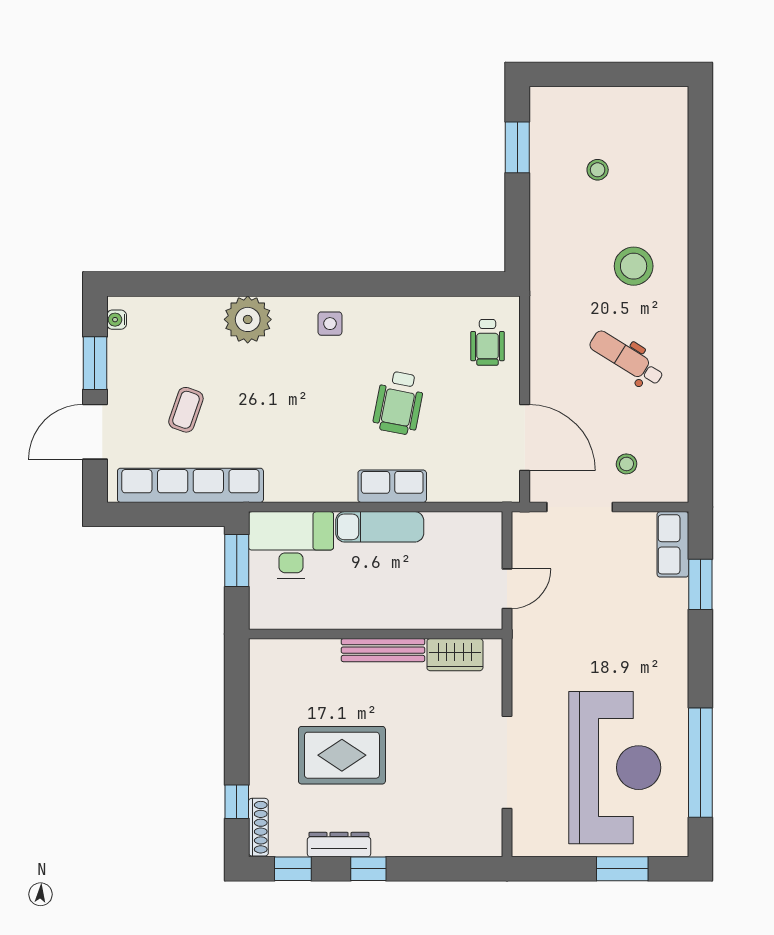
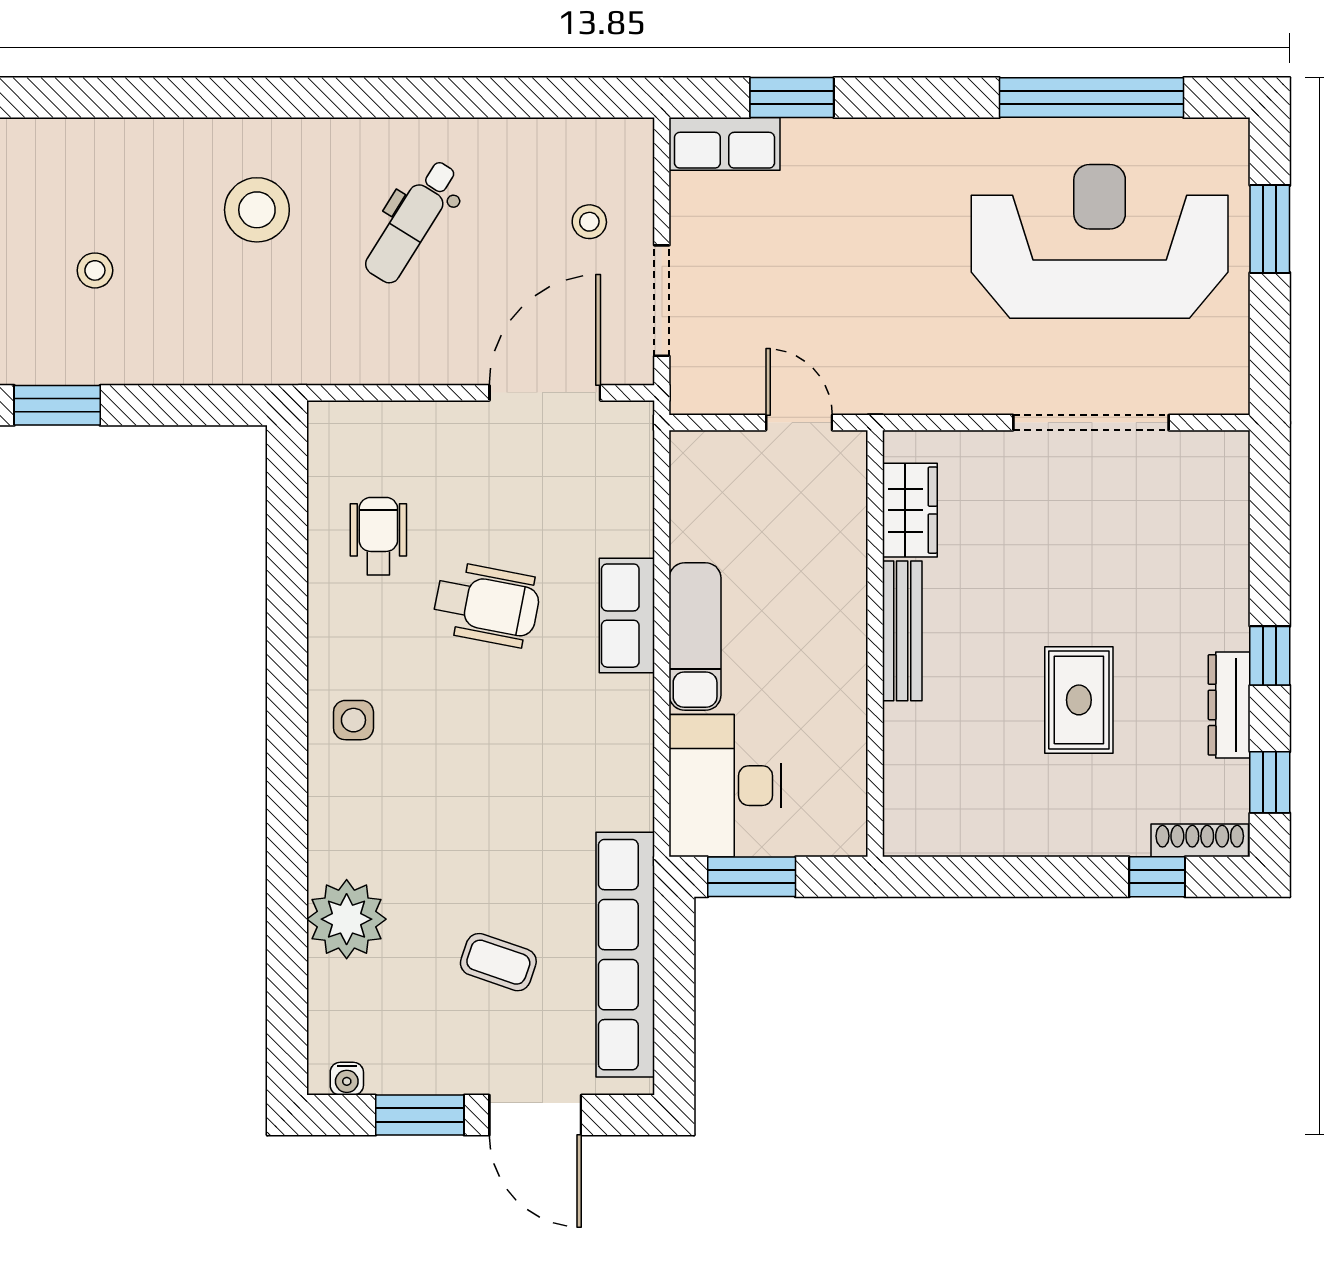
plant: (248, 319) -> (347, 919), moved
wheelchair: (488, 342) -> (378, 536), moved, turned -90
rug: (342, 755) -> (1079, 700), width x0.73, depth x0.70

